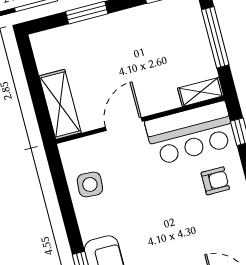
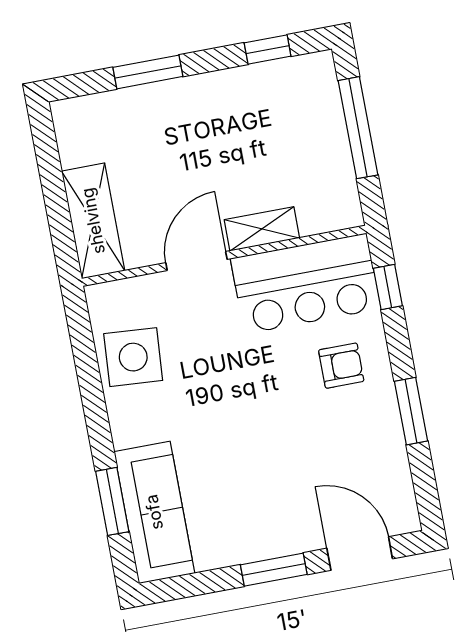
shelving: (201, 92) -> (262, 229), moved
side table: (90, 184) -> (133, 357), width x1.37, depth x1.37

